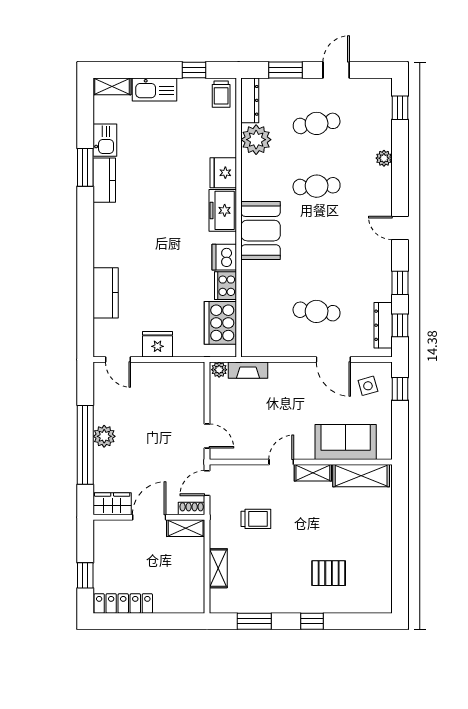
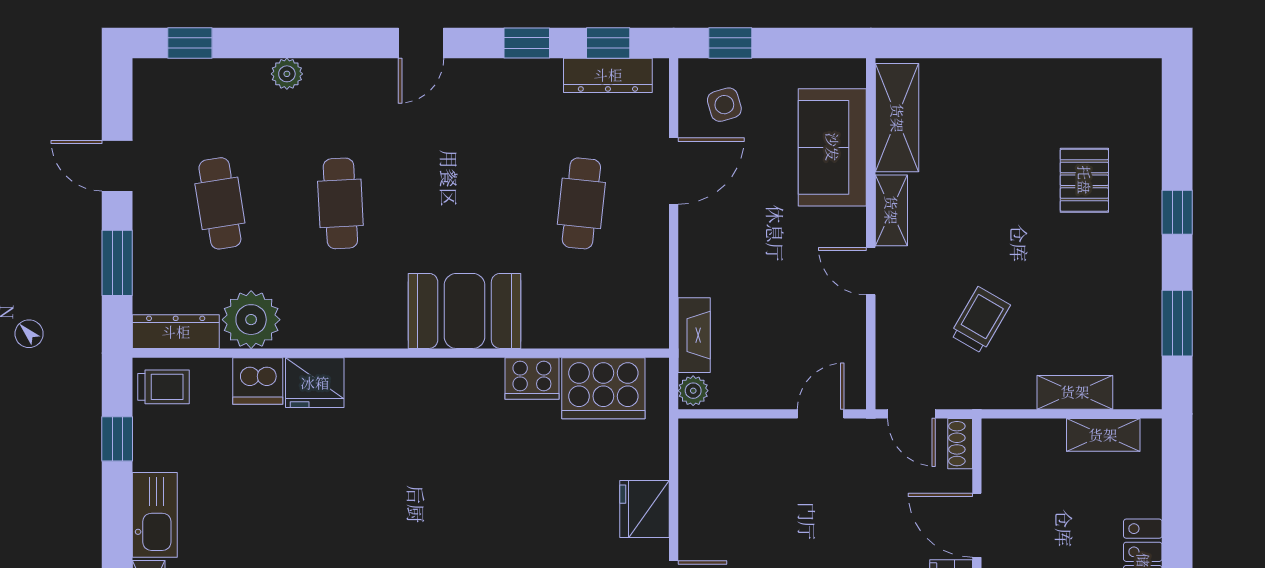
freezer: (223, 210) -> (387, 384), removed
booth: (261, 231) -> (465, 311), moved
dishwasher: (224, 257) -> (258, 381), moved
trolley: (256, 519) -> (980, 320), turned 30
shelving: (186, 528) -> (1103, 435), moved, turned 90

